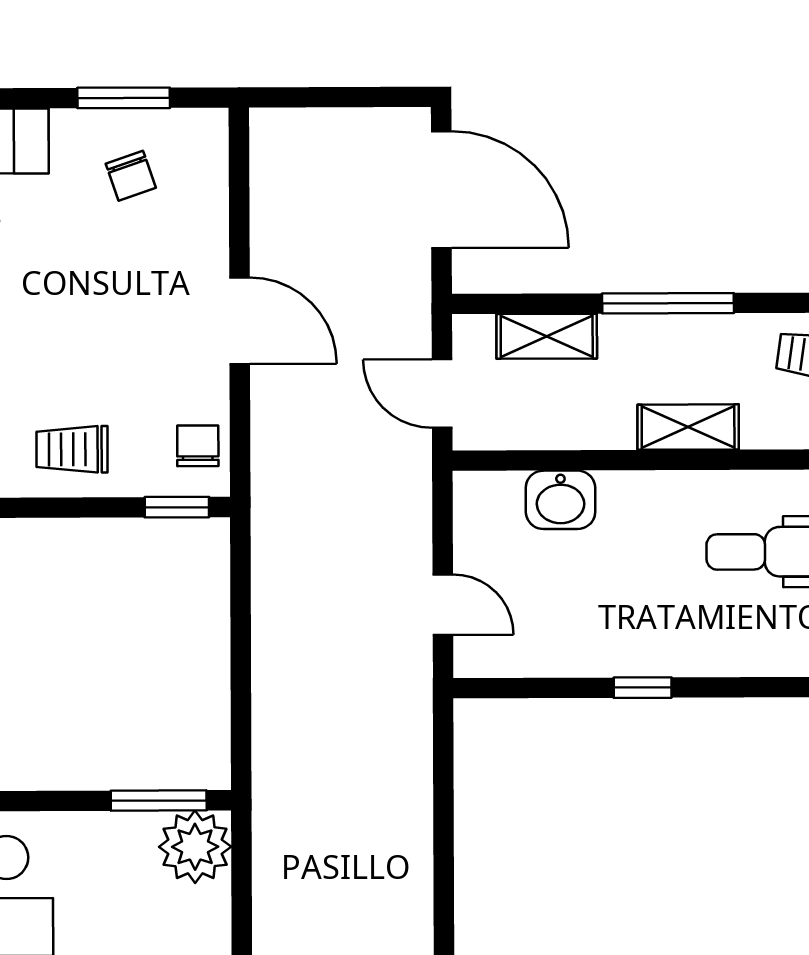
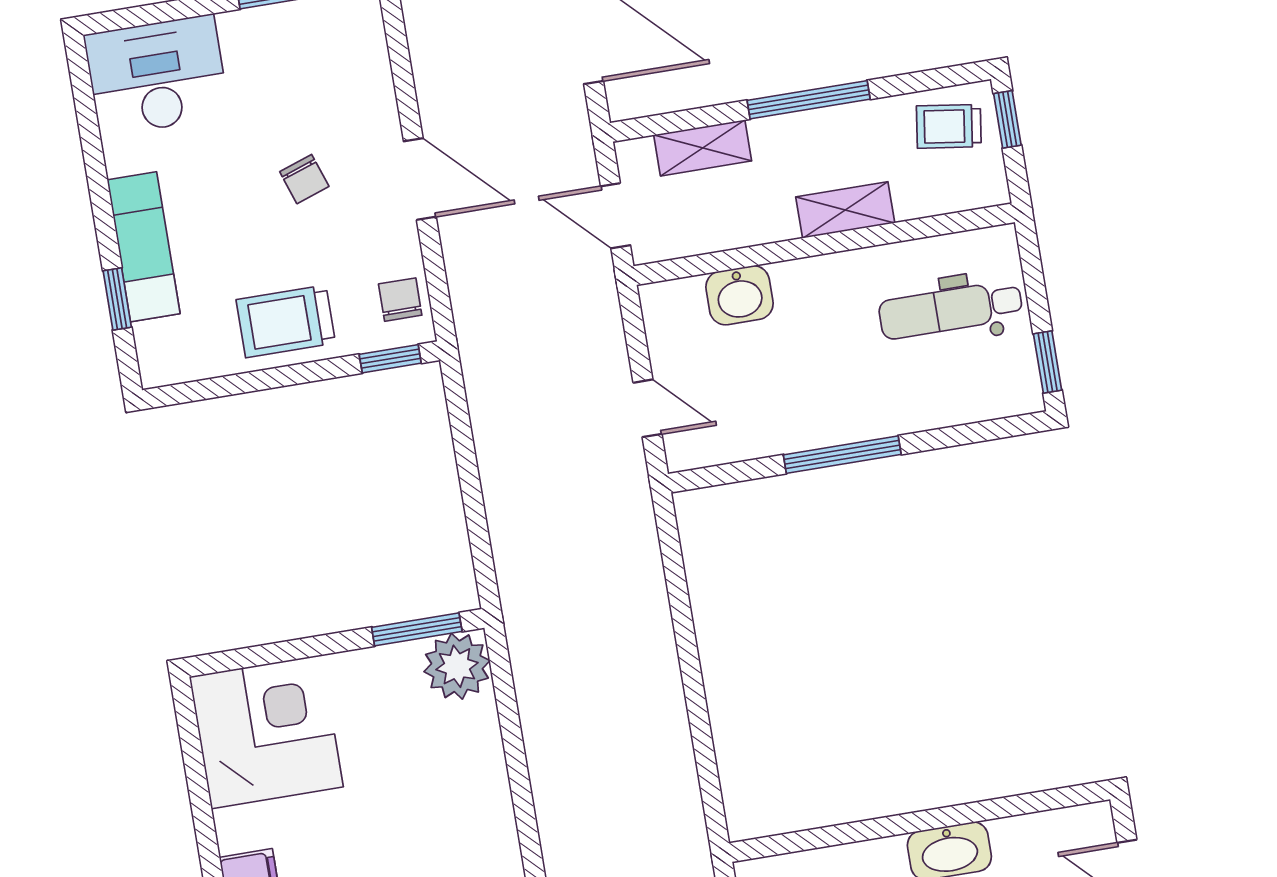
chair: (131, 176) -> (304, 179), moved
trolley: (72, 449) -> (286, 321), width x1.36, depth x1.39
window: (643, 688) -> (842, 455), width x2.17

